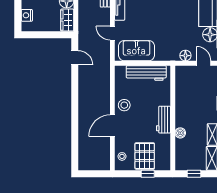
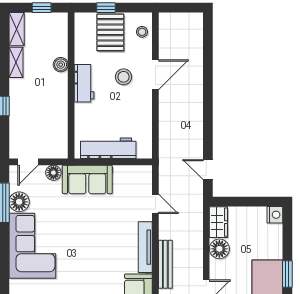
nightstand: (27, 15) -> (275, 215), moved
sofa: (136, 51) -> (87, 179), moved
door: (204, 63) -> (28, 162), hinge flipped
stool: (124, 105) -> (124, 77), moved

